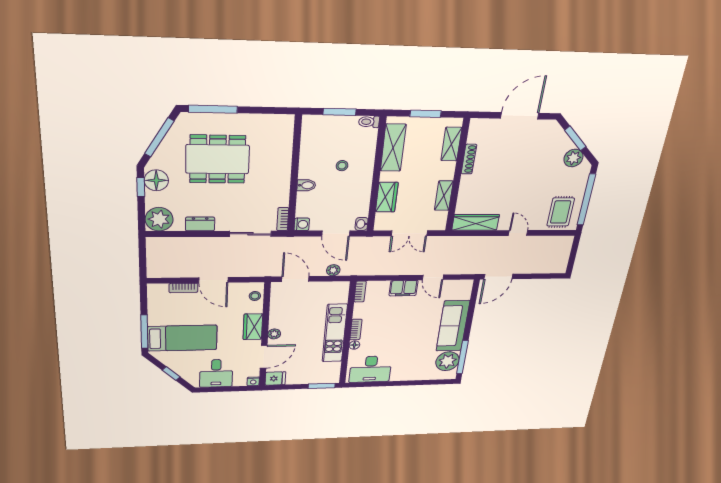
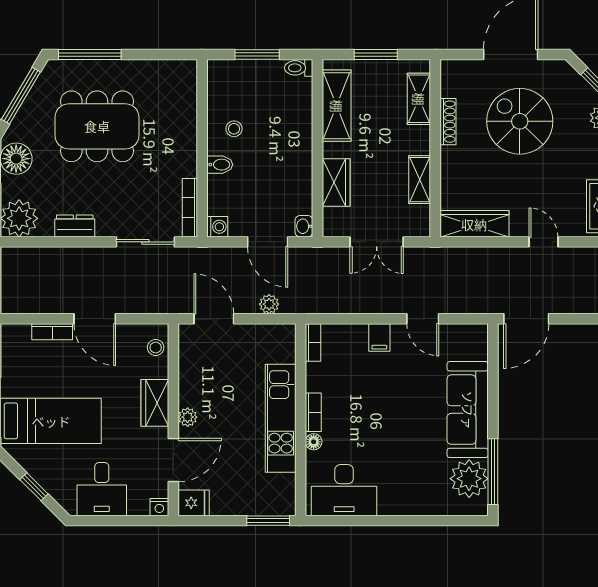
spiral stairs: (517, 160) -> (520, 121), added
stool: (342, 166) -> (234, 129), moved
bookcase: (283, 219) -> (190, 208), width x1.56
filing cabinet: (403, 288) -> (379, 337), width x0.50

